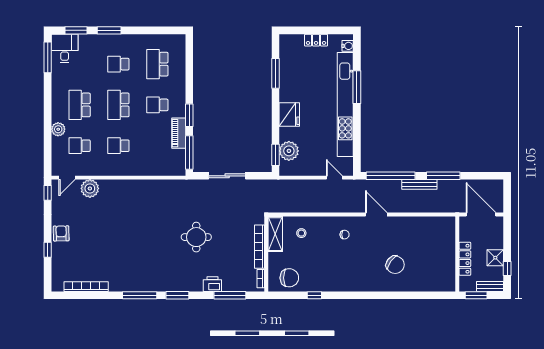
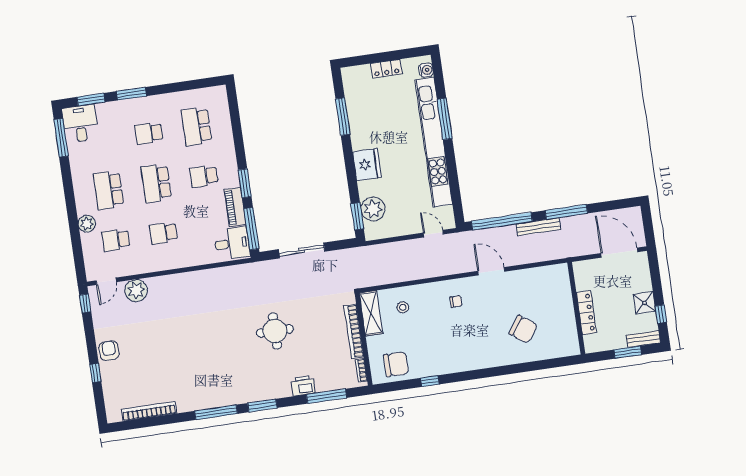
desk: (172, 162) -> (232, 243), added
wall: (457, 254) -> (576, 308), moved
locker: (465, 259) -> (586, 313), moved

